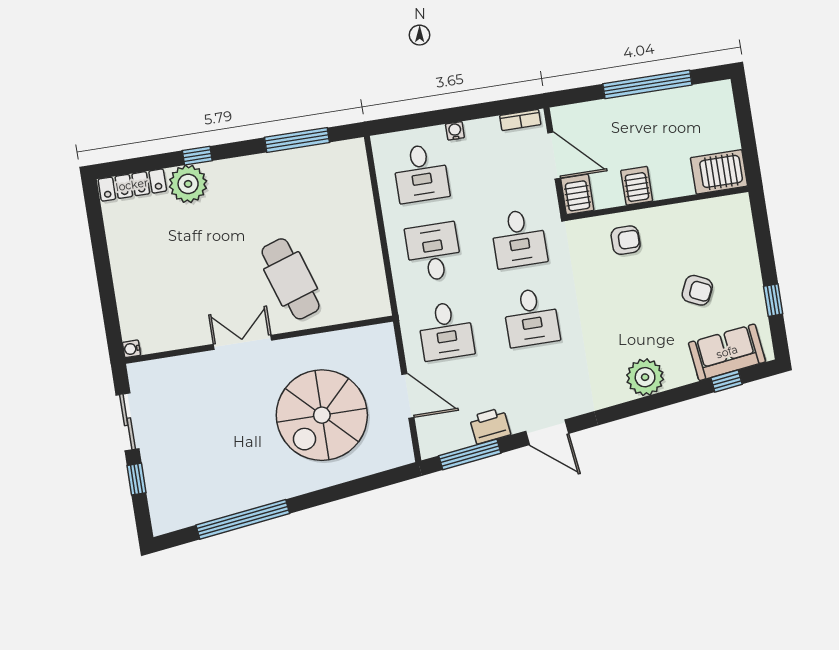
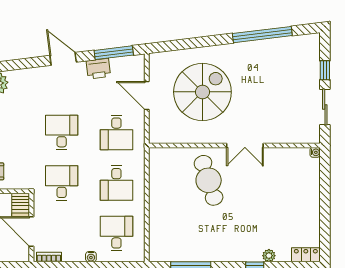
plant: (188, 184) -> (269, 256), width x0.53, depth x0.53
locker: (132, 185) -> (306, 255), width x0.66
desk: (446, 331) -> (116, 132), turned 180

